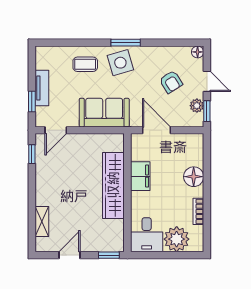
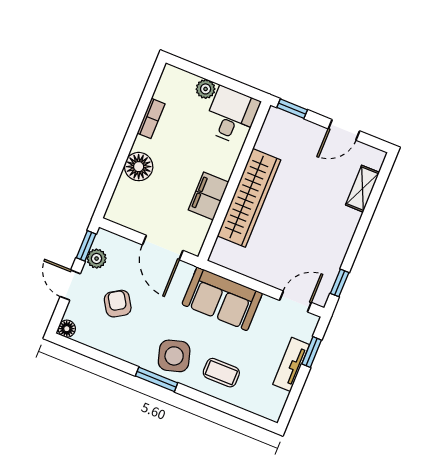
plant: (177, 239) -> (206, 89), width x0.53, depth x0.53

